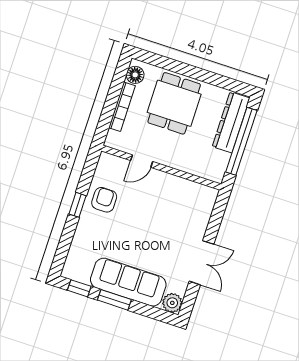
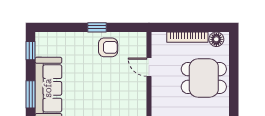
window: (114, 300) -> (31, 94), moved

